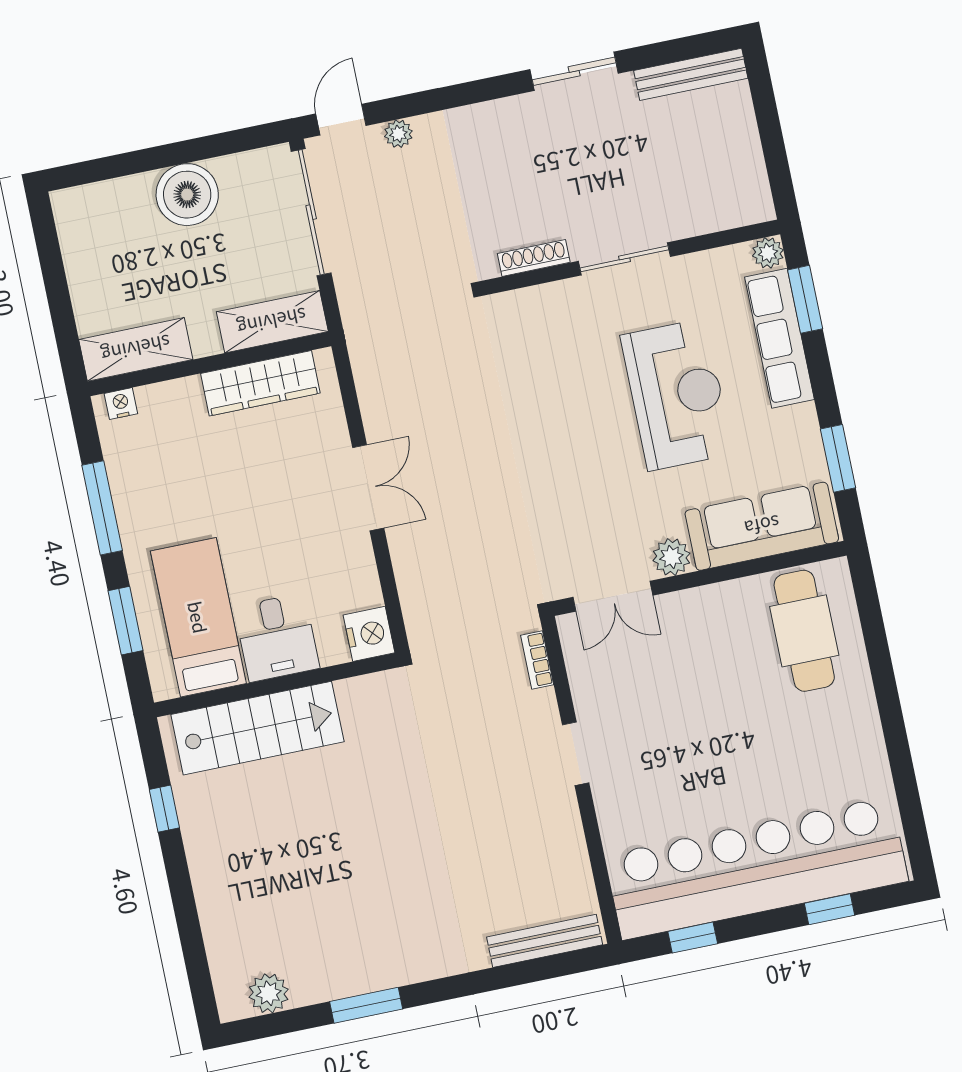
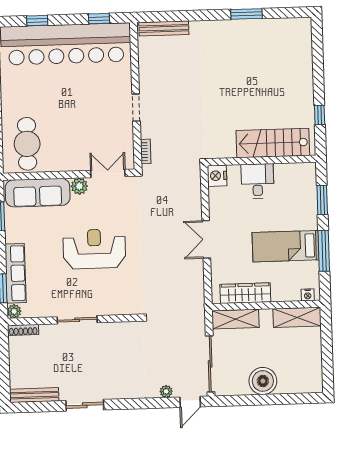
shoe rack: (534, 258) -> (23, 330), moved
reception desk: (677, 395) -> (94, 249), moved, turned 90
bed: (198, 617) -> (286, 246), moved, turned 90
plant: (269, 993) -> (288, 27), removed

